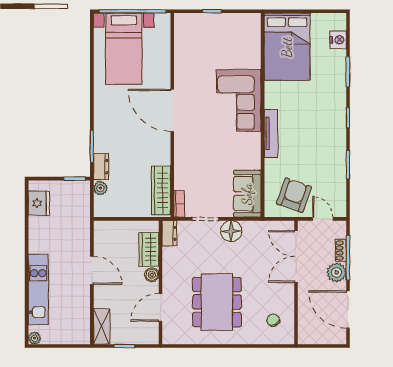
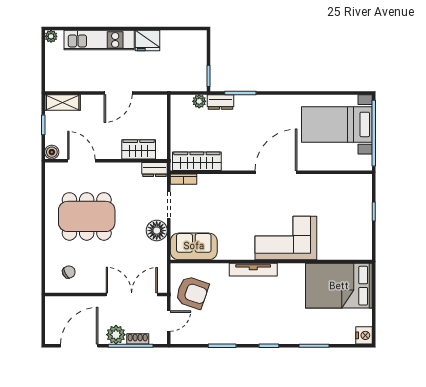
nightstand: (338, 40) -> (364, 335), moved, turned -90
fridge: (39, 203) -> (148, 41), moved
boiler: (152, 275) -> (52, 152), moved

